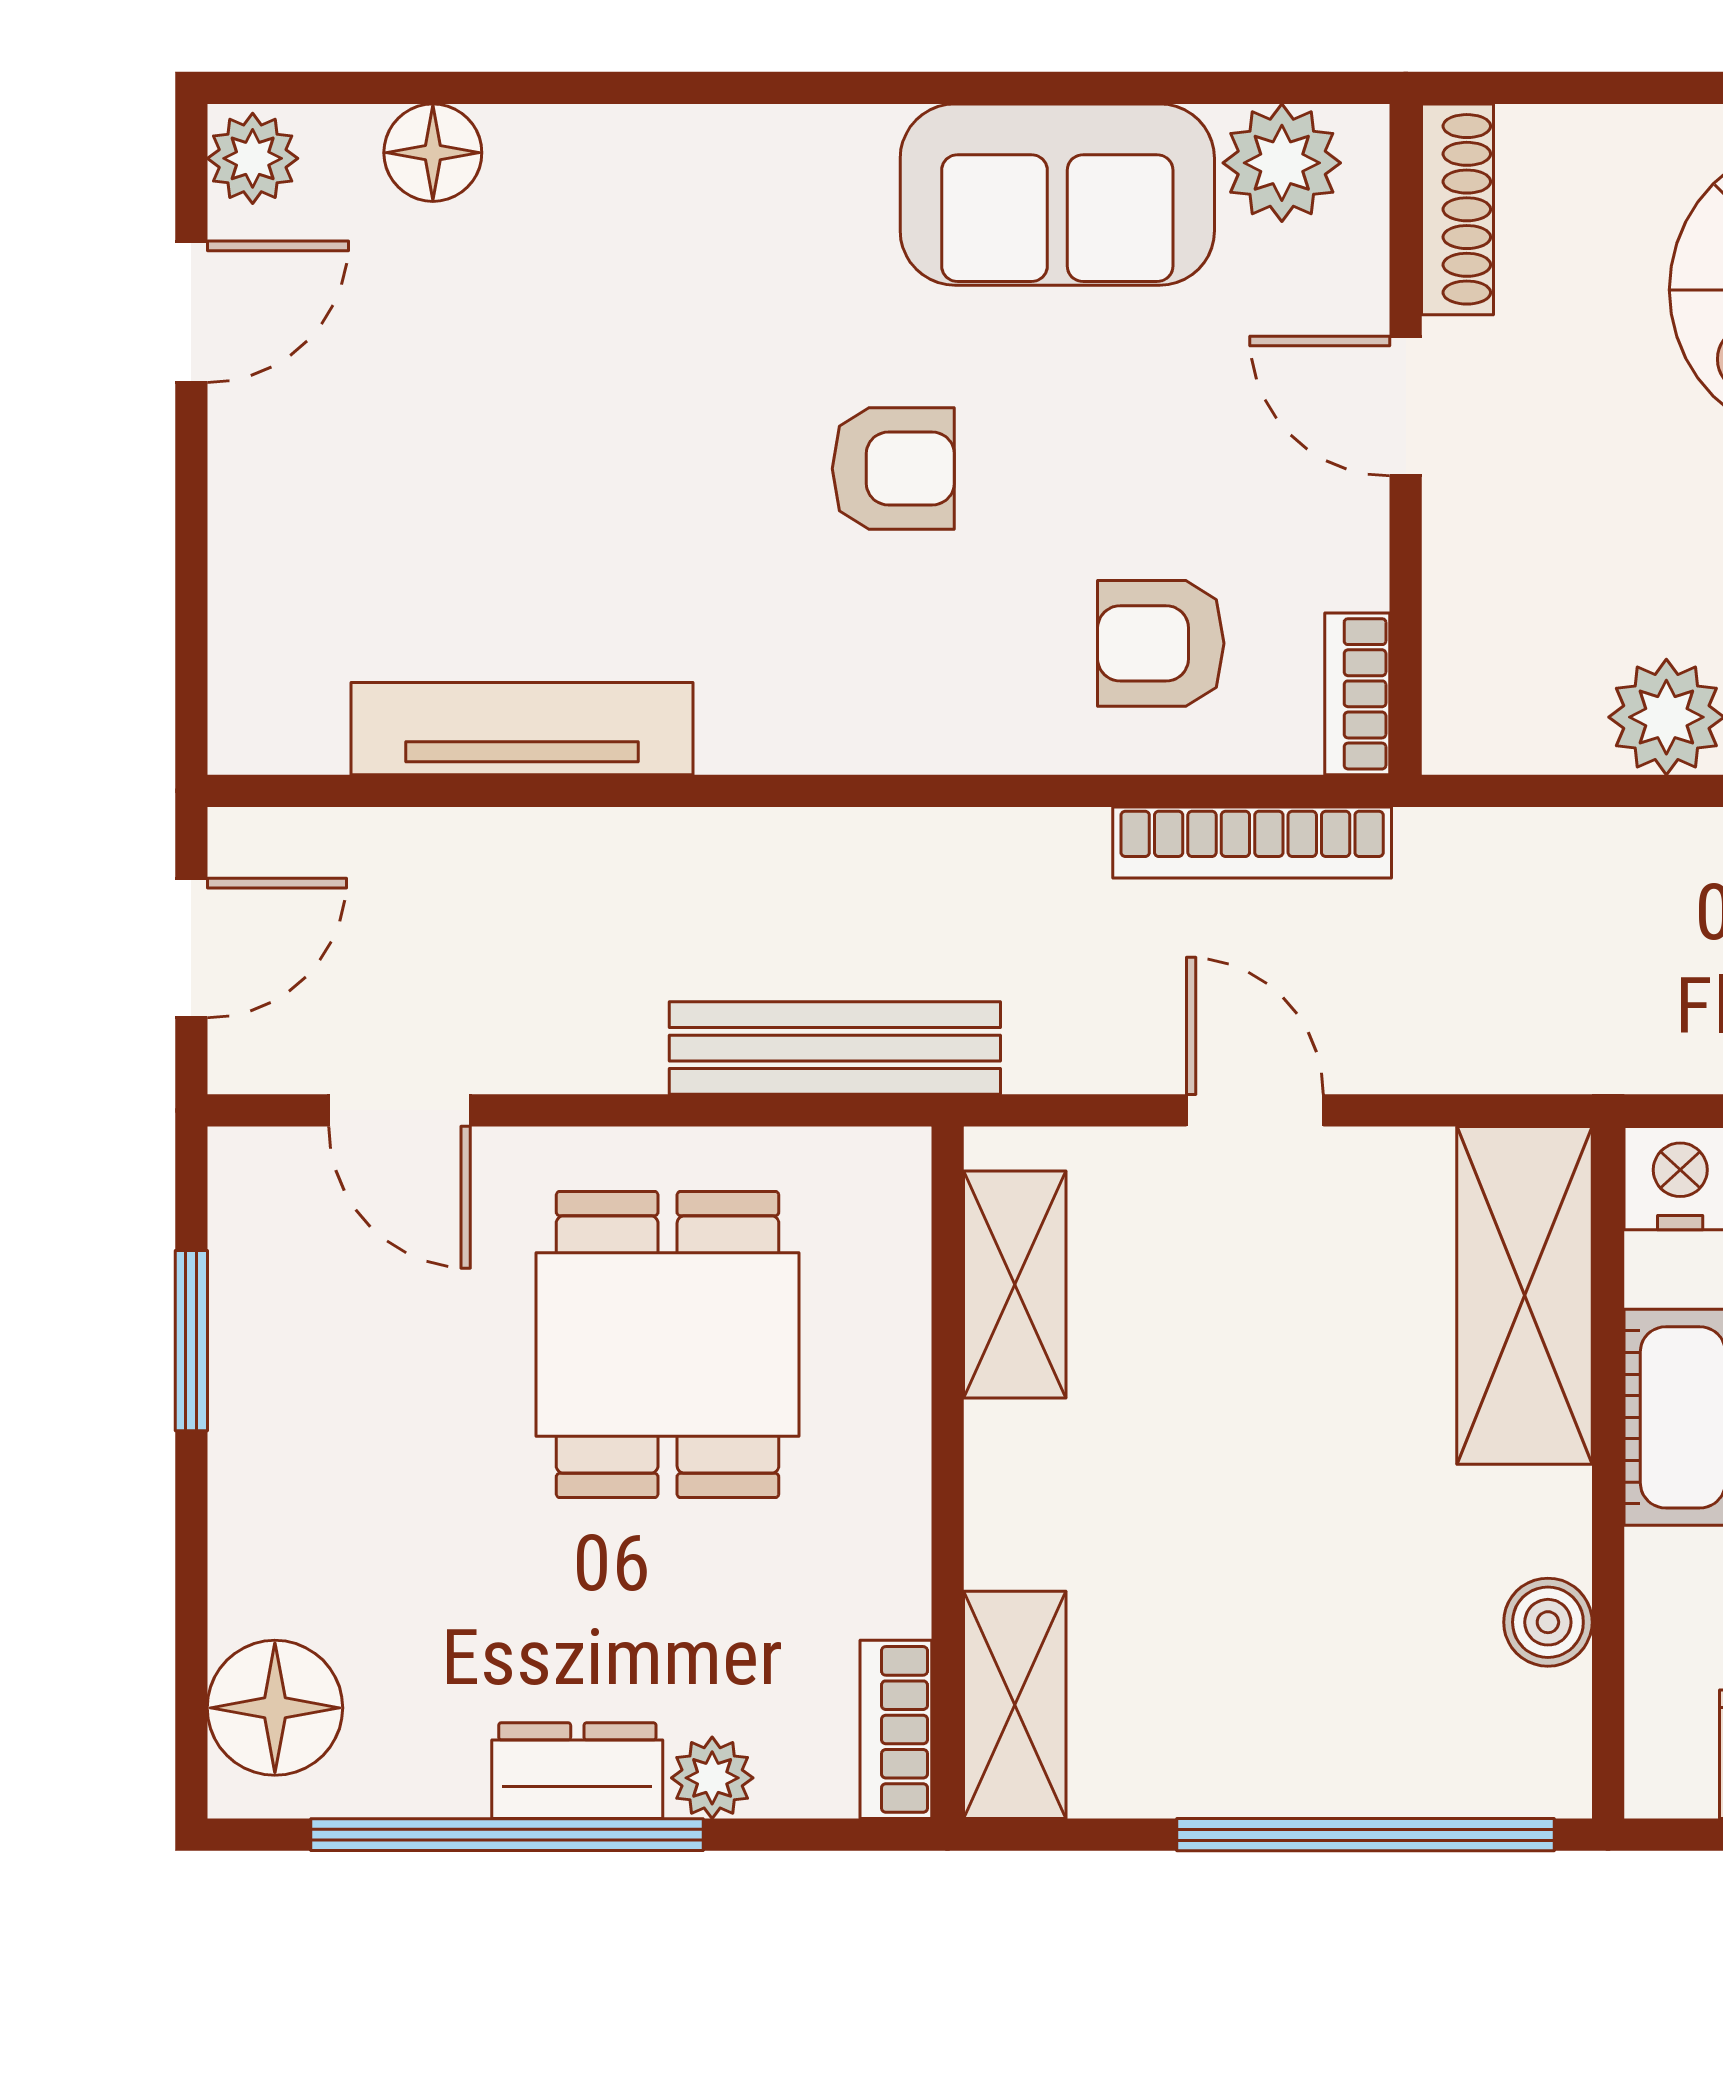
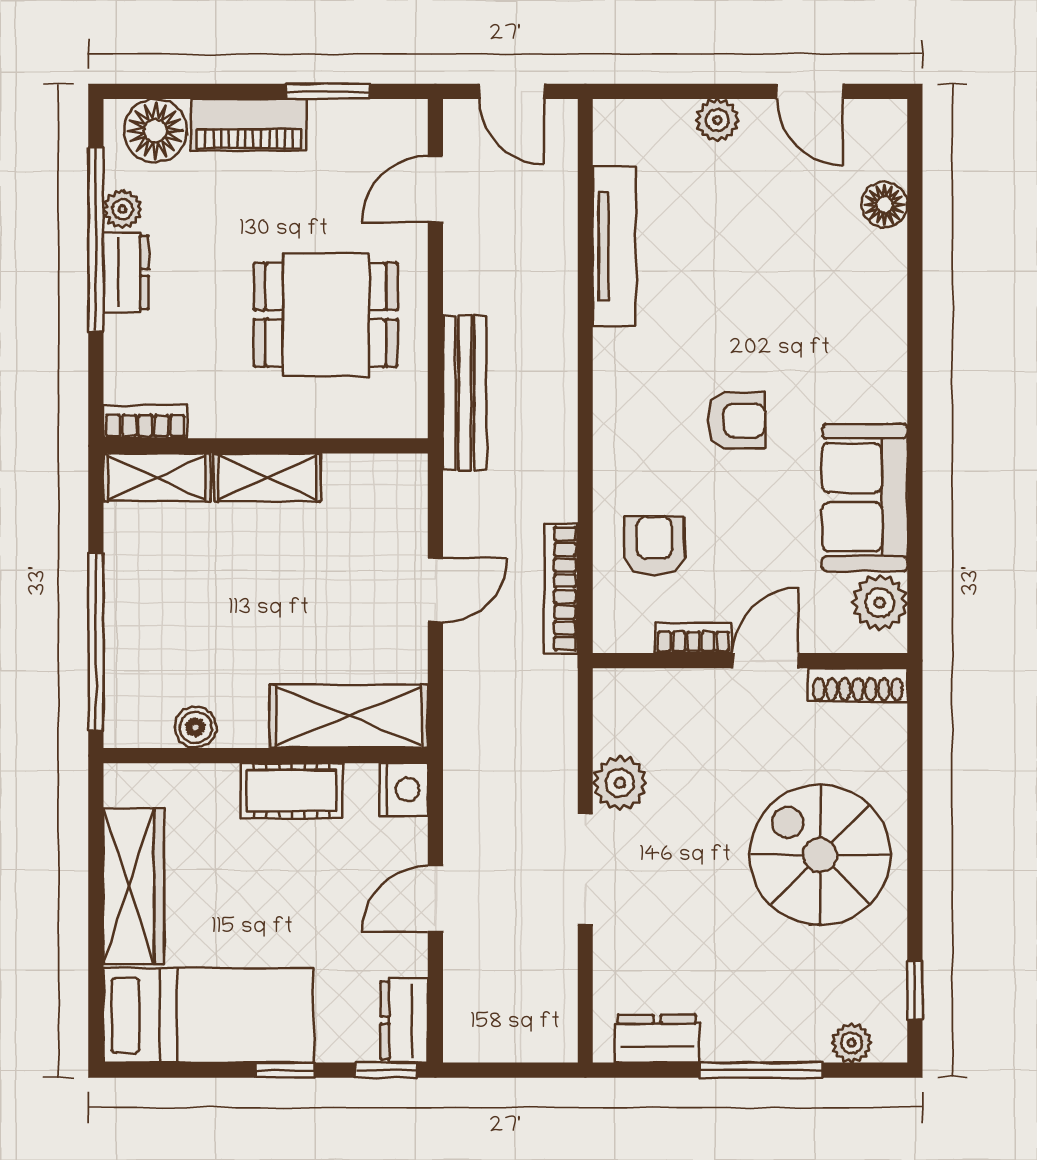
plant: (253, 158) -> (717, 120), moved
armchair: (893, 469) -> (736, 420), turned -90
bookcase: (1357, 694) -> (693, 638), moved
shelving: (1015, 1285) -> (267, 477), moved
piano: (262, 1508) -> (249, 125), added
plant: (712, 1778) -> (123, 209), moved

